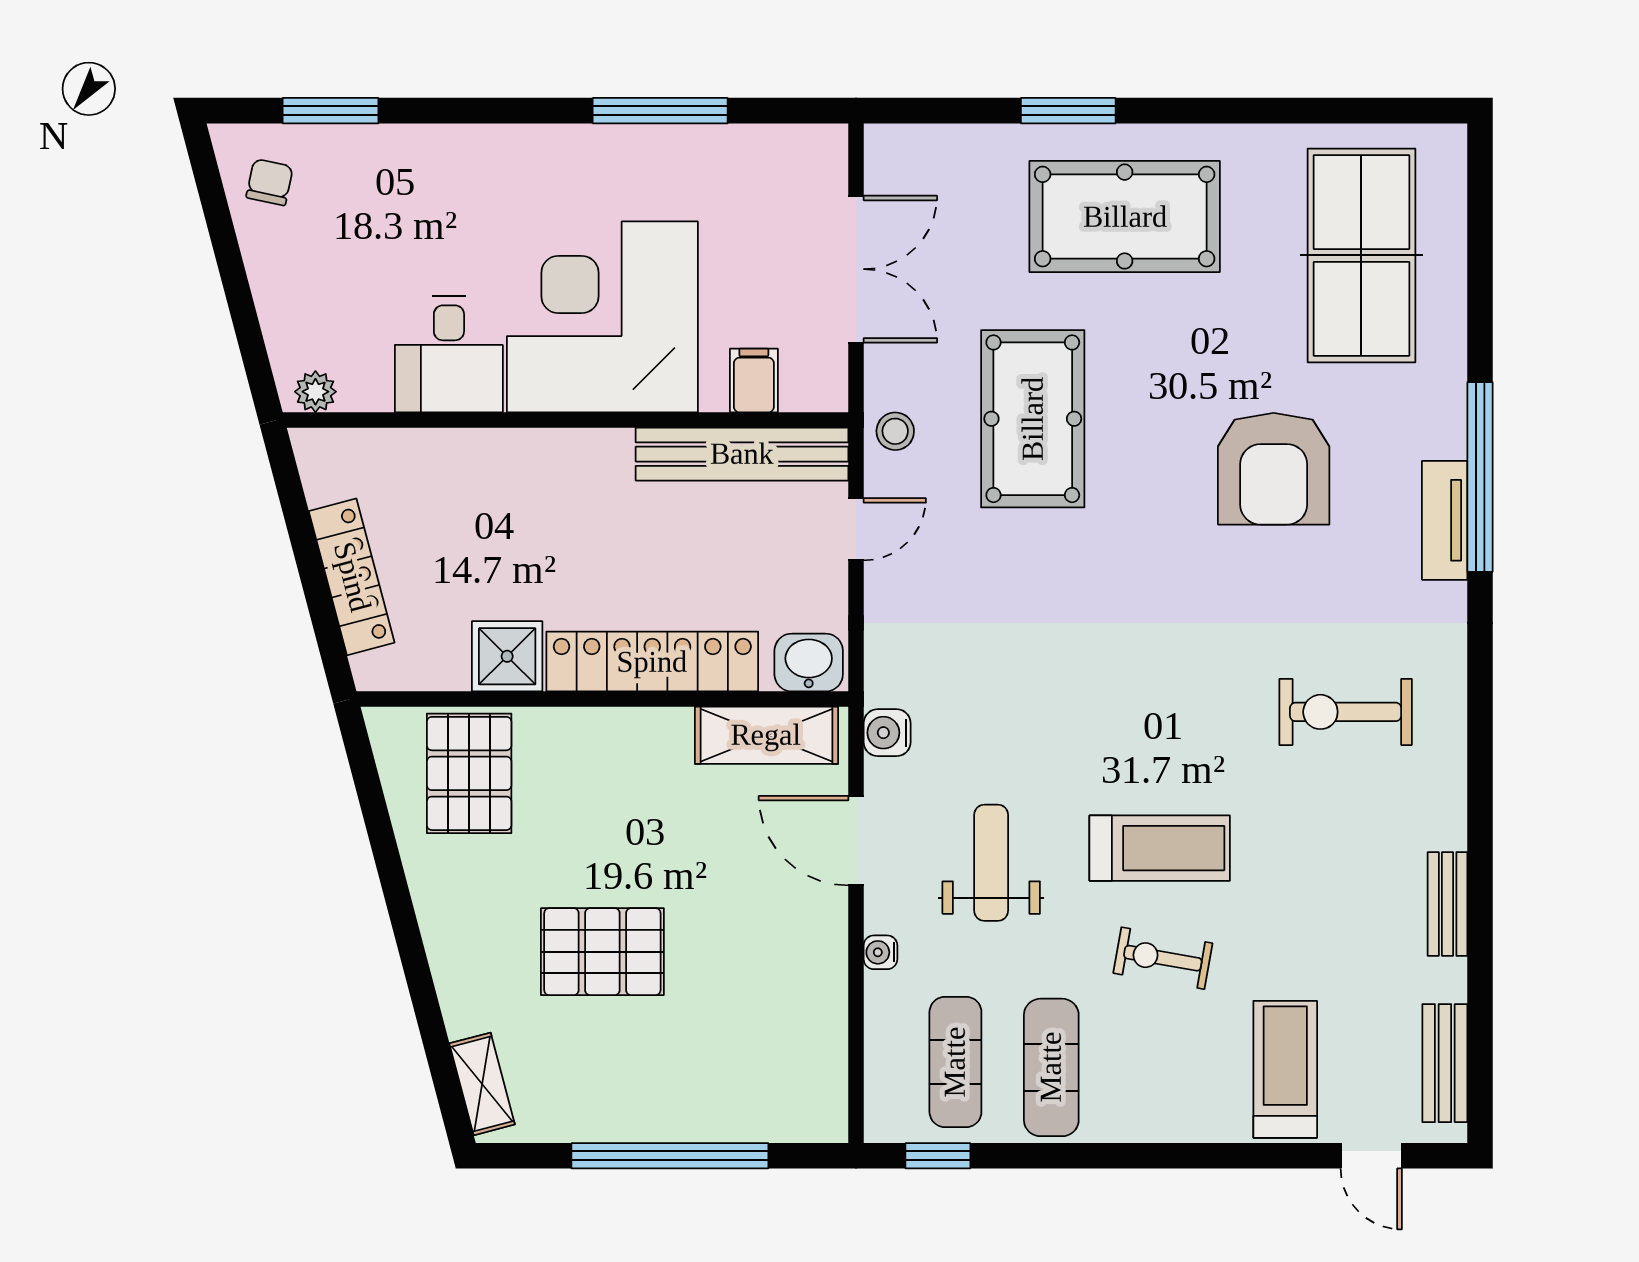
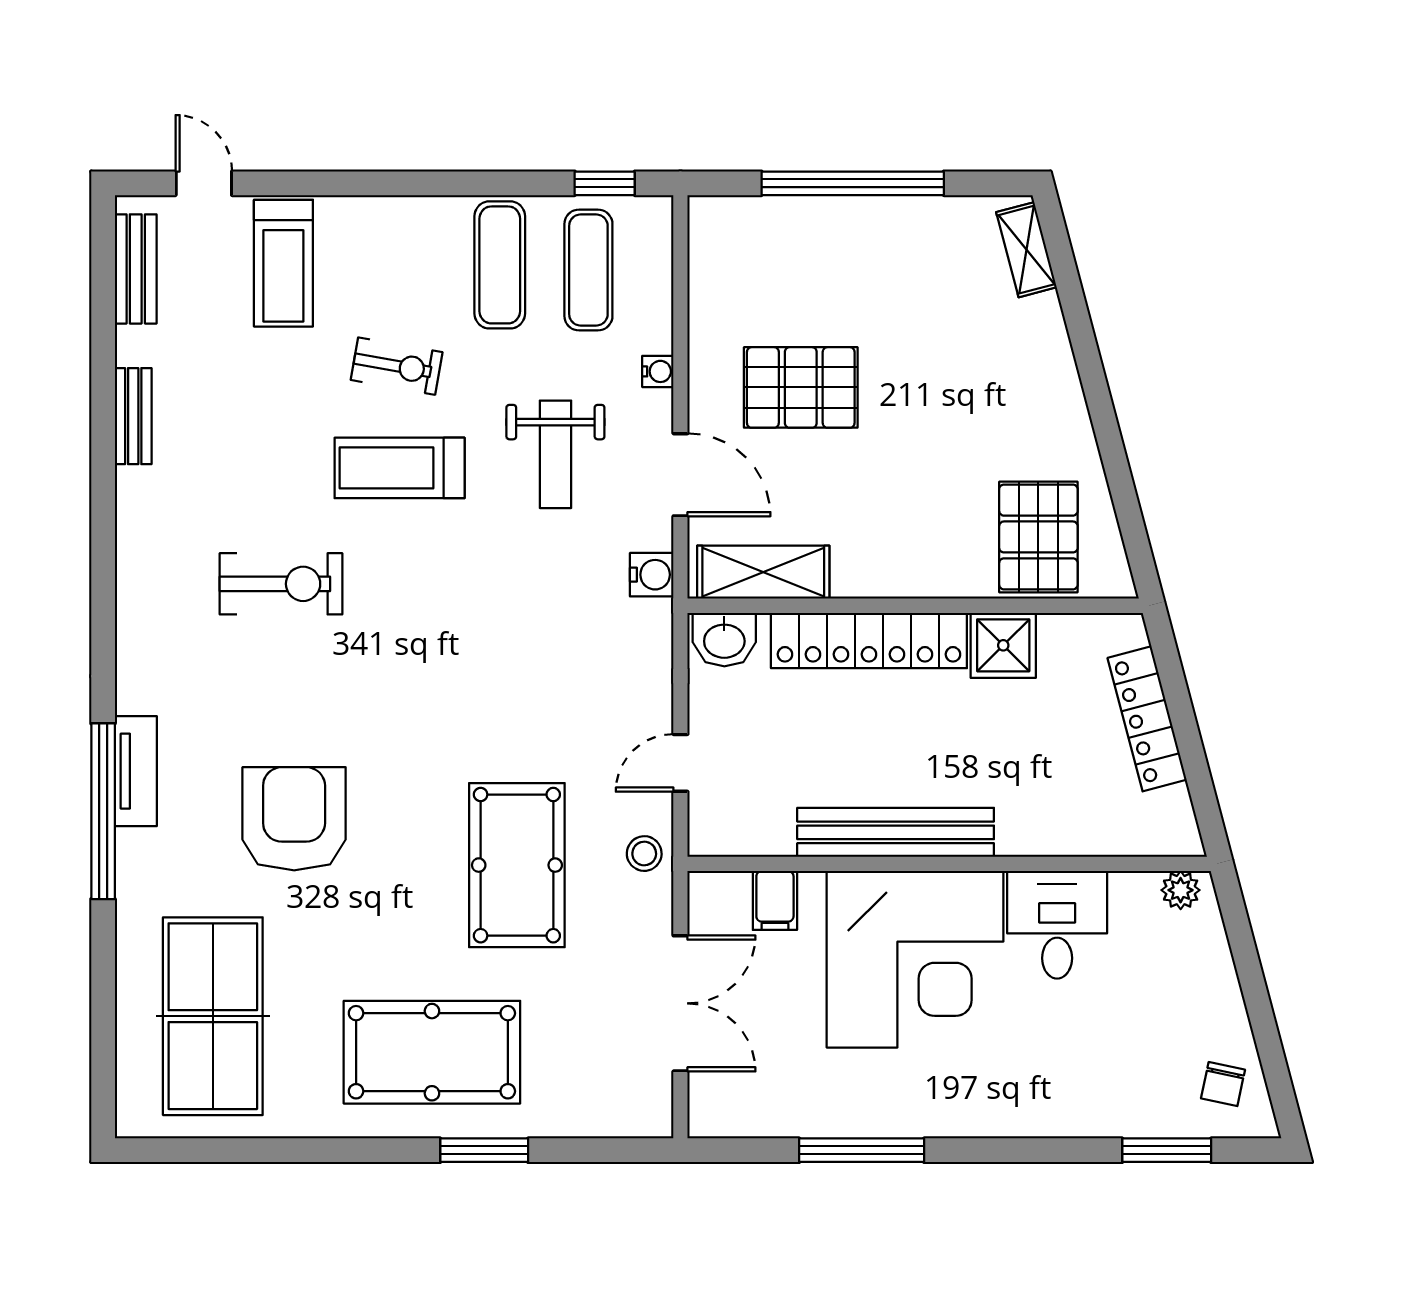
double door: (856, 269) -> (680, 1003), swing flipped
bench: (742, 454) -> (896, 832), moved
exercise bike: (1346, 712) -> (281, 584), moved
pallet: (602, 952) -> (801, 387), moved

